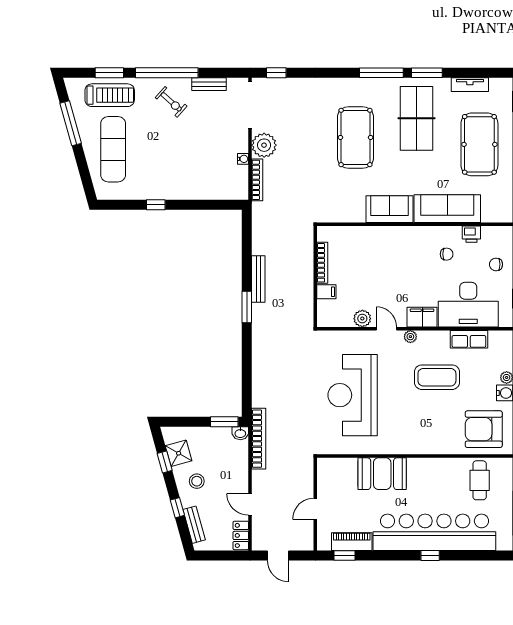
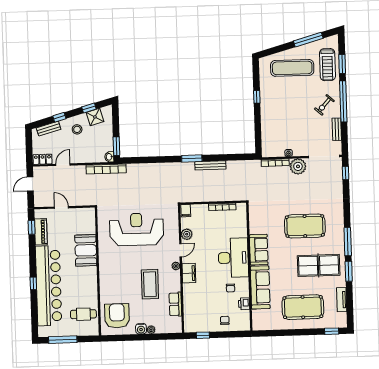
filing cabinet: (326, 292) -> (186, 211), moved
desk: (468, 305) -> (233, 258), moved, turned 180

